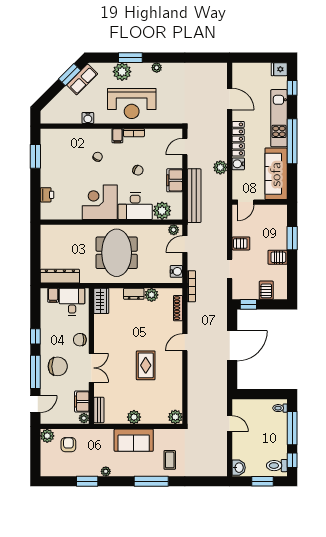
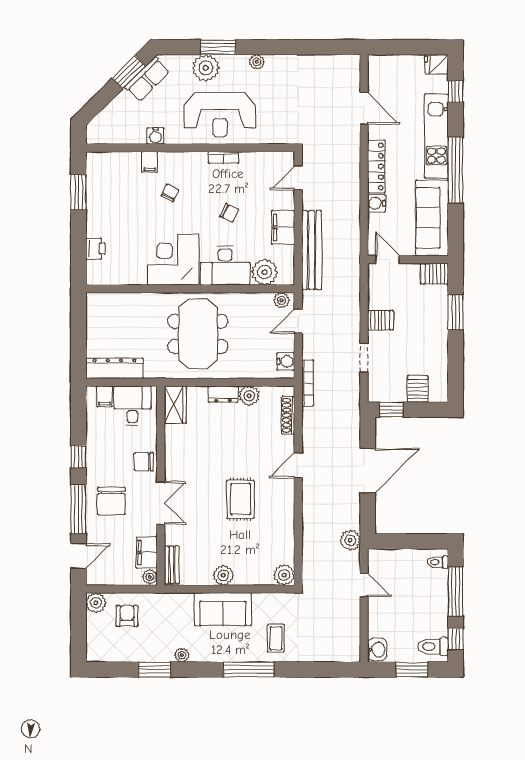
filing cabinet: (117, 136) -> (150, 162), moved
plant: (220, 167) -> (350, 540), moved
door: (246, 202) -> (388, 260), swing flipped
server rack: (278, 257) -> (434, 274), moved
chair: (58, 366) -> (111, 501), turned 90

